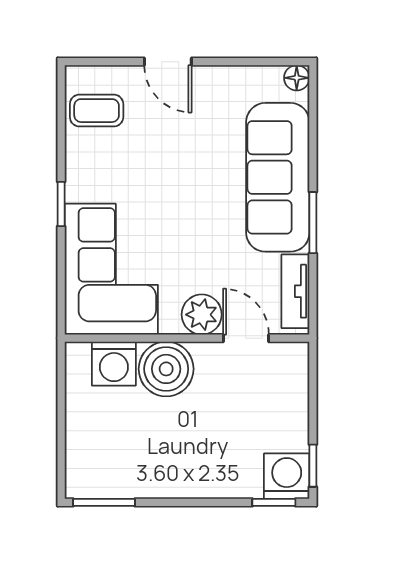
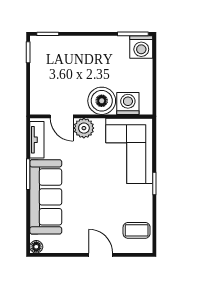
washing machine: (287, 476) -> (141, 47), moved

